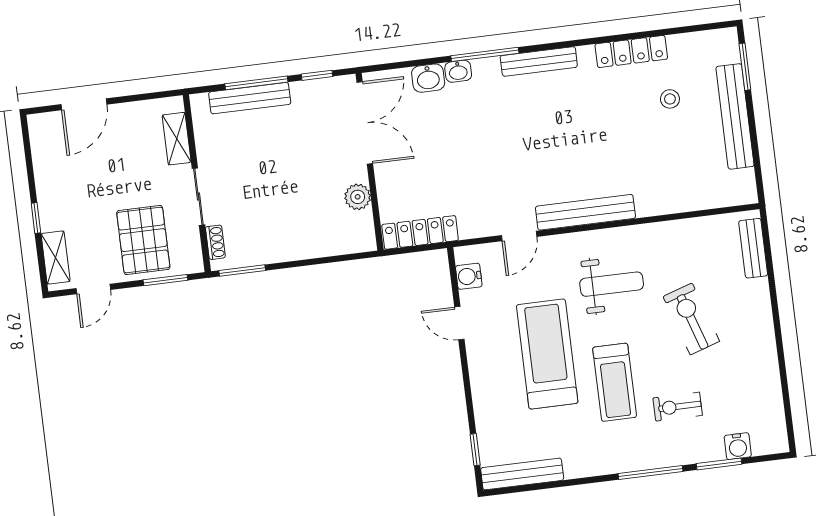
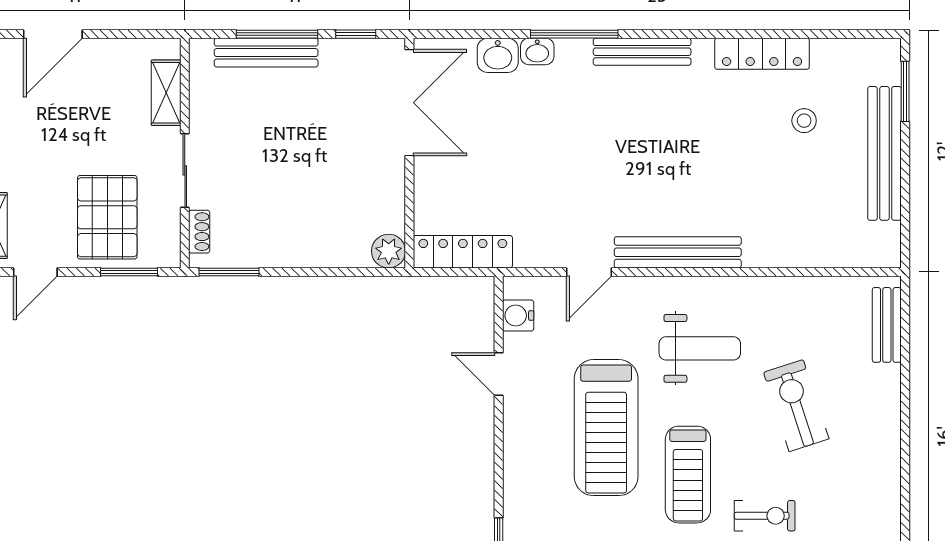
plant: (358, 197) -> (389, 251), moved
treadmill: (547, 354) -> (606, 428), turned 180
exercise bike: (678, 407) -> (765, 516), turned 180

